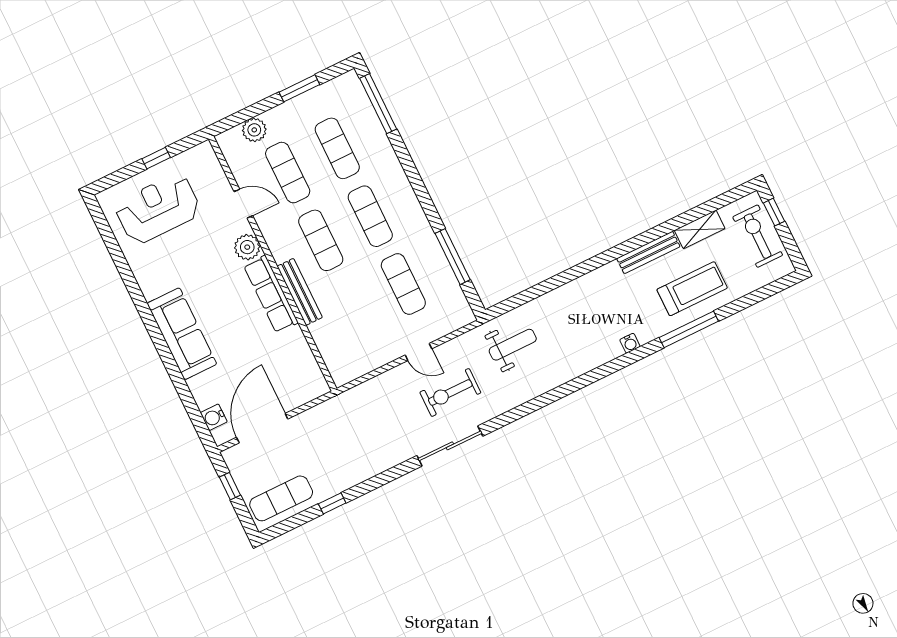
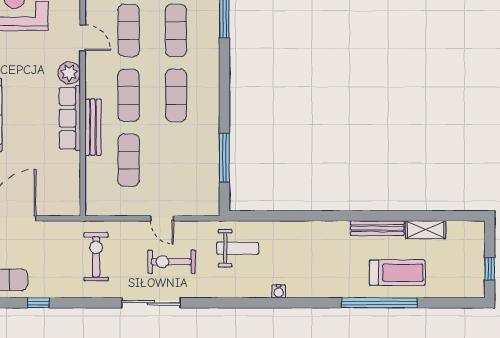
window: (774, 212) -> (490, 269), moved
exercise bike: (758, 236) -> (96, 257), moved
exercise mat: (403, 284) -> (129, 160), moved
window: (689, 329) -> (379, 303), width x1.46
water cooler: (630, 343) -> (279, 291), moved

